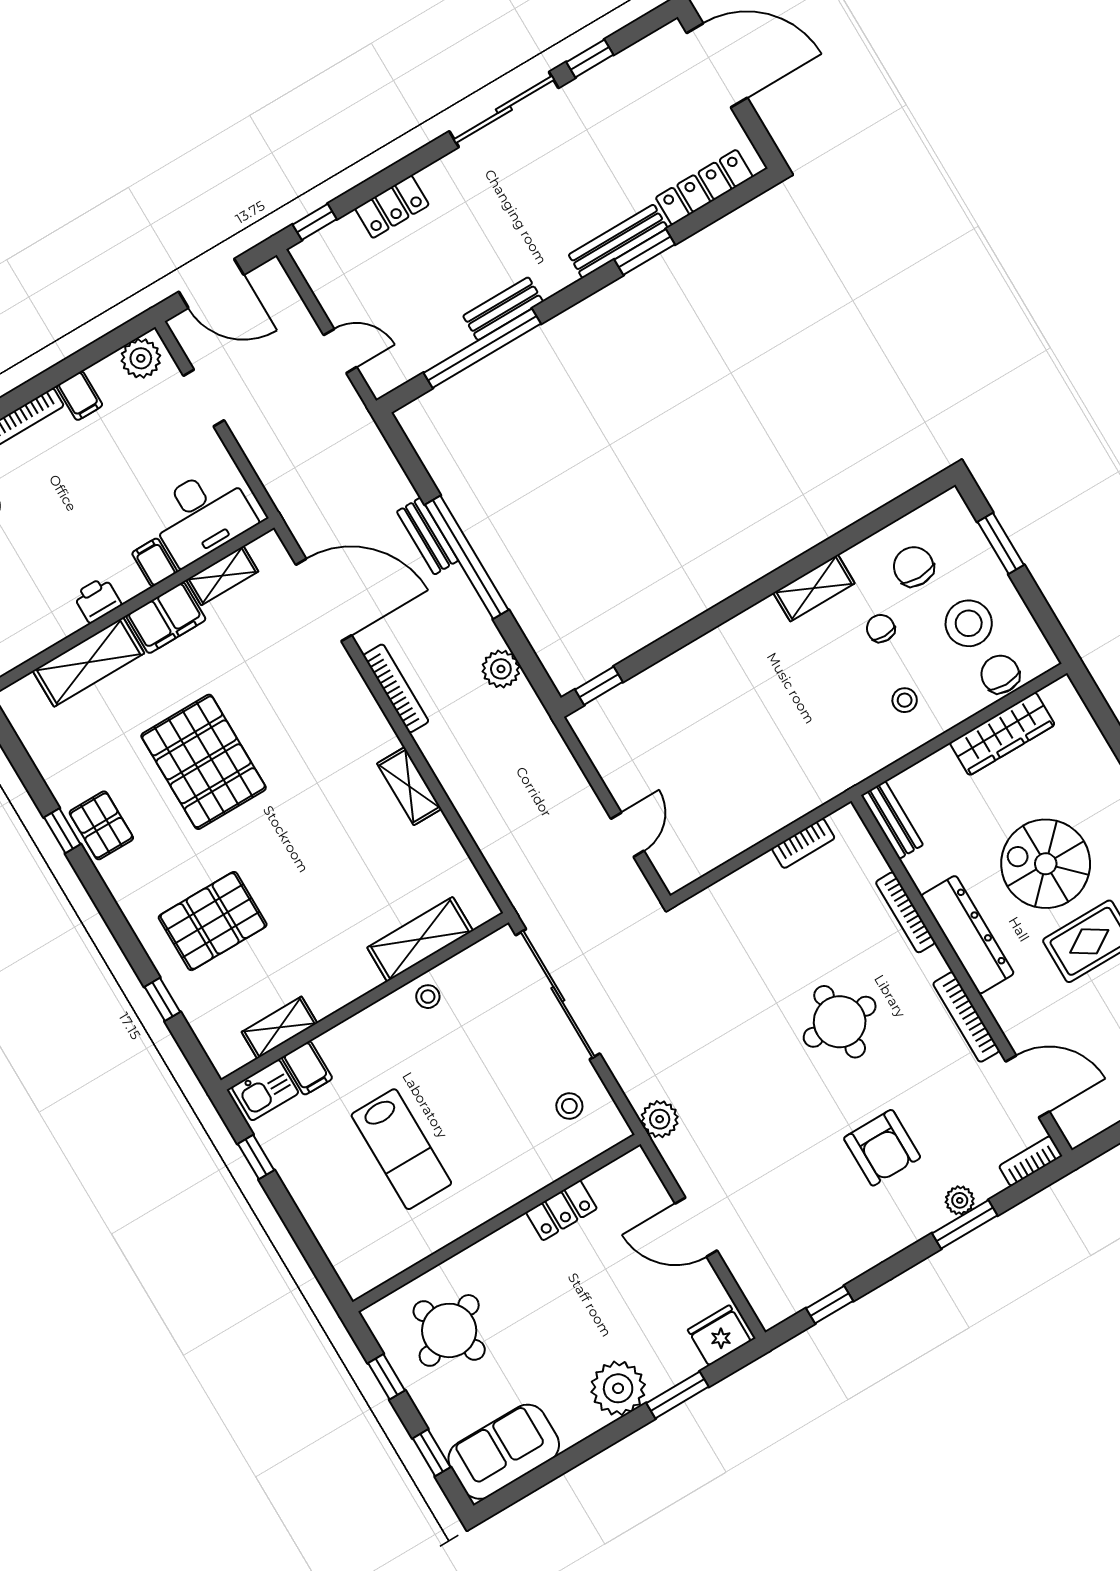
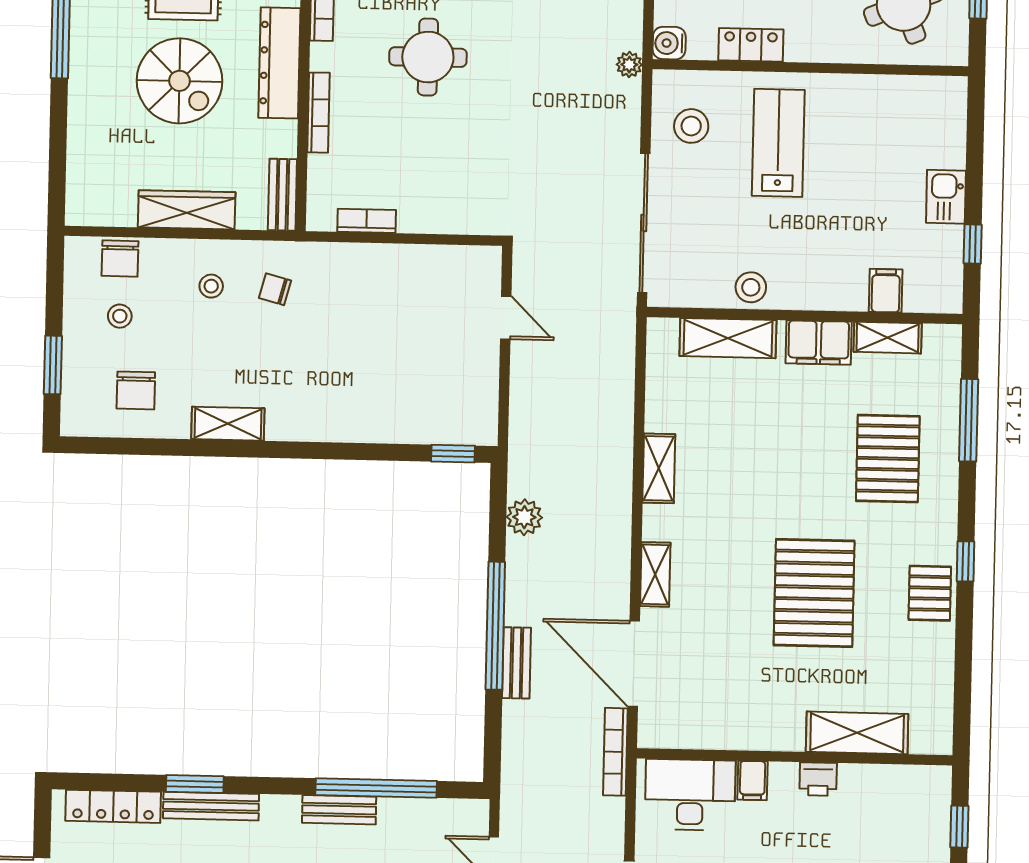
shelving: (222, 576) -> (655, 574), moved, turned 90
filing cabinet: (166, 618) -> (819, 343), moved, turned 180
stool: (969, 623) -> (120, 316), width x0.53, depth x0.53
chair: (881, 628) -> (275, 289), moved, turned 105
bookcase: (396, 688) -> (615, 752), moved
wardrobe: (1002, 734) -> (187, 210), moved
window: (62, 831) -> (965, 561), moved
door: (627, 835) -> (506, 318), swing flipped
pallet: (213, 921) -> (888, 459), turned 90
stool: (428, 997) -> (751, 287), width x1.37, depth x1.37
window: (162, 999) -> (969, 420), width x2.17
kitchen sink: (265, 1090) -> (946, 197), moved, turned -90
stool: (569, 1106) -> (691, 126), width x1.37, depth x1.37
plant: (660, 1119) -> (629, 65), width x0.73, depth x0.73
lab bench: (401, 1149) -> (778, 143), moved
water cooler: (635, 1167) -> (669, 43), added

